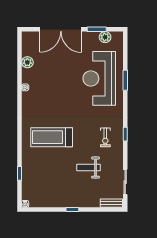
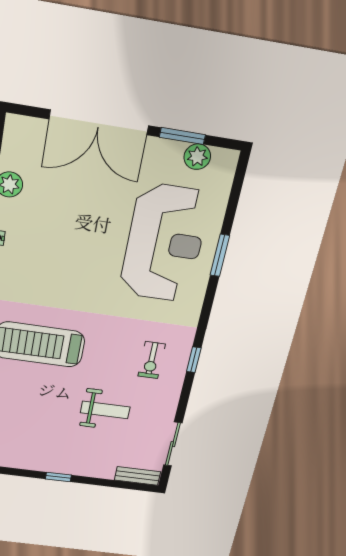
reception desk: (99, 78) -> (164, 243), turned 180
weight bench: (89, 168) -> (105, 410), turned 180

